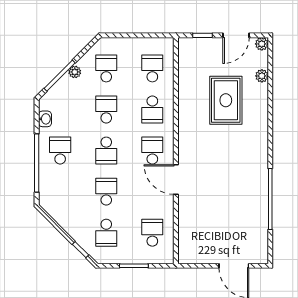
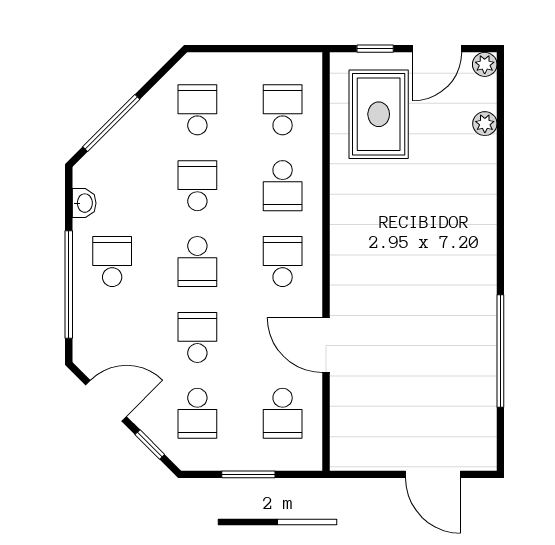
plant: (75, 72) -> (139, 116), removed
rug: (226, 100) -> (379, 114), moved
door: (176, 179) -> (326, 345), moved
door: (57, 226) -> (106, 401), added
school desk: (152, 233) -> (283, 413), turned 180

